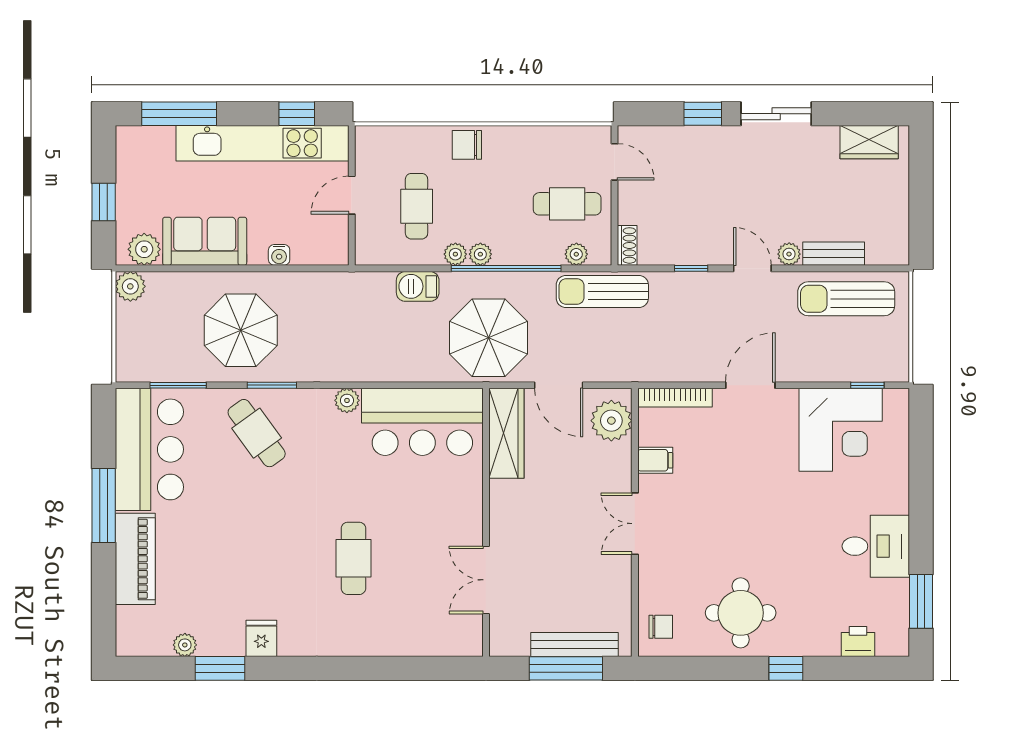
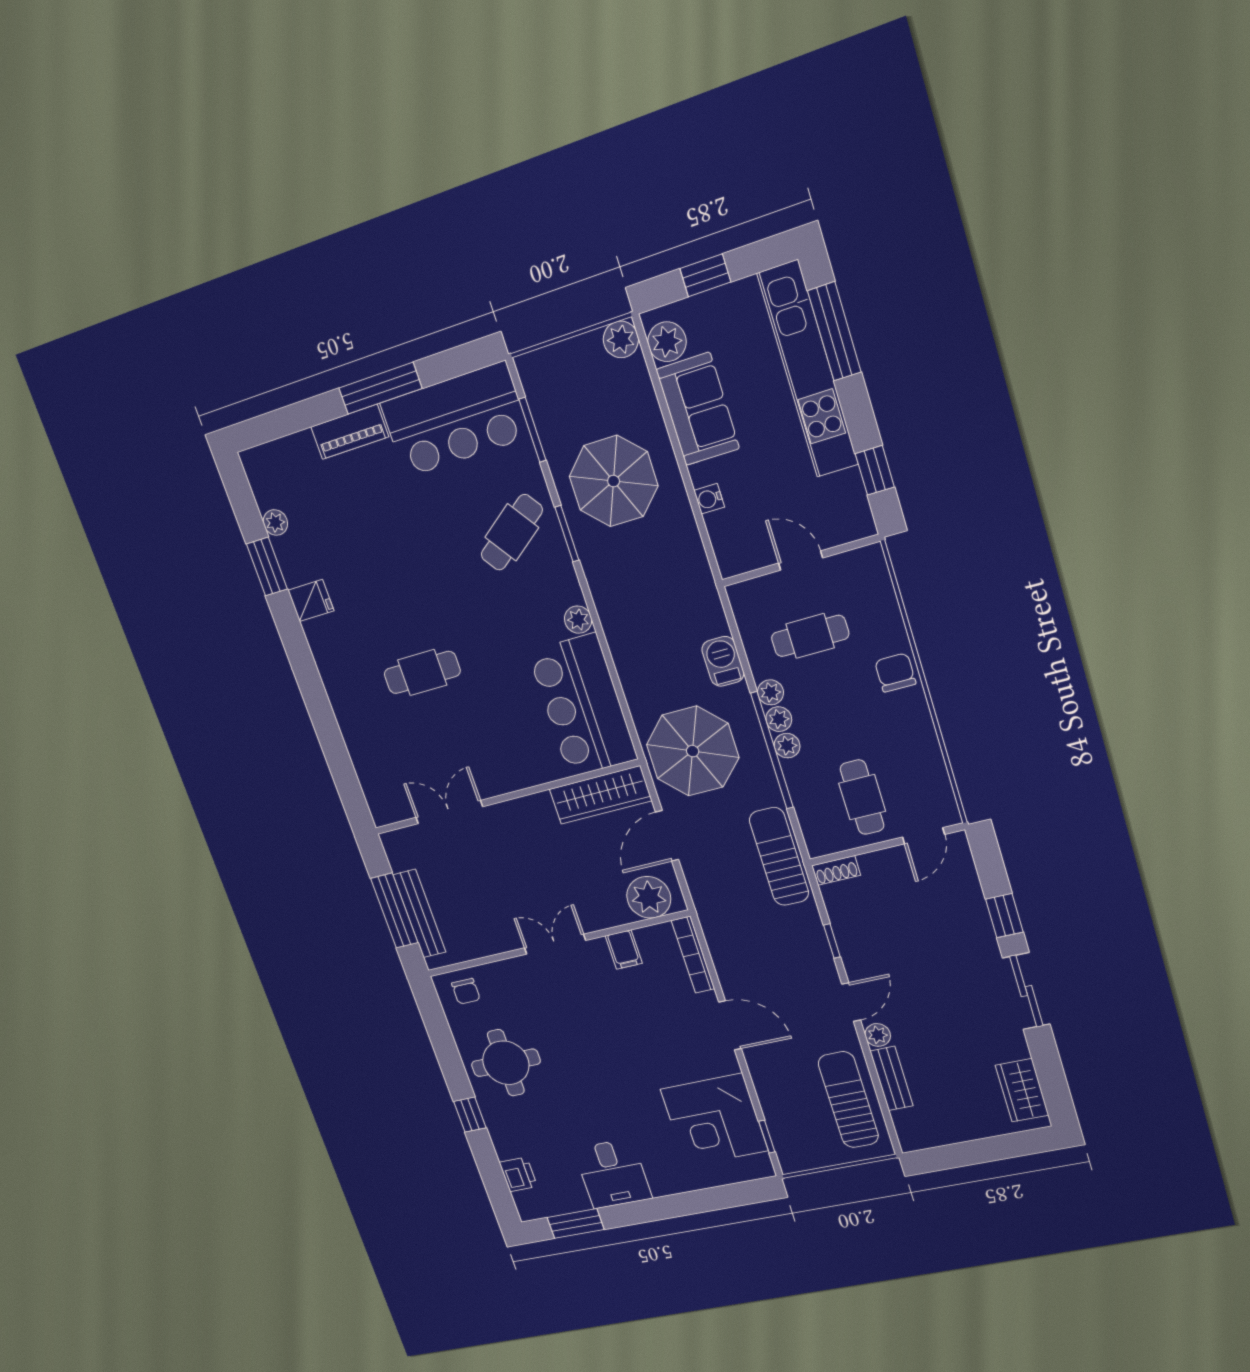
kitchen unit: (262, 143) -> (808, 370), moved
plant: (576, 254) -> (787, 746), moved
piano: (135, 559) -> (350, 432), width x0.73, depth x0.75

